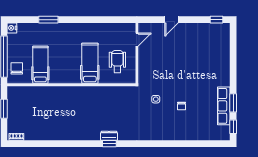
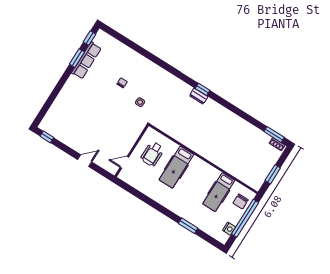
nightstand: (12, 28) -> (229, 229), moved
window: (24, 144) -> (274, 134), added

